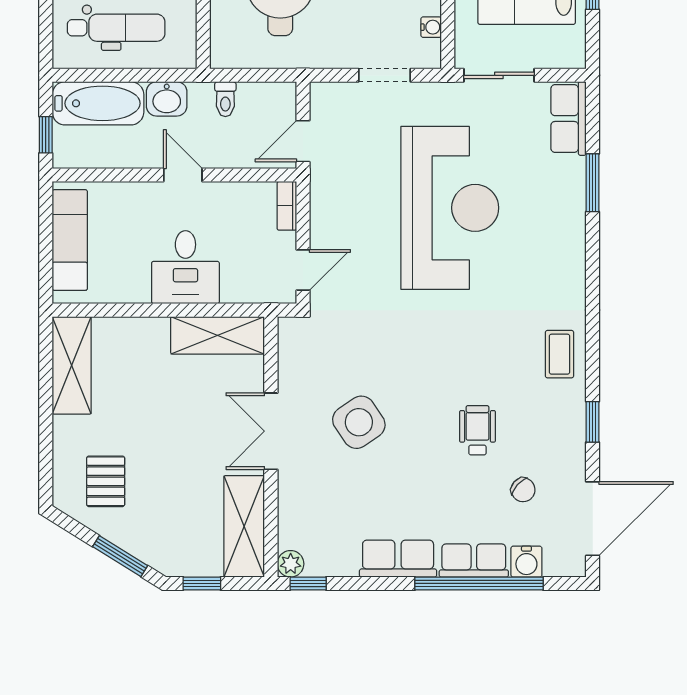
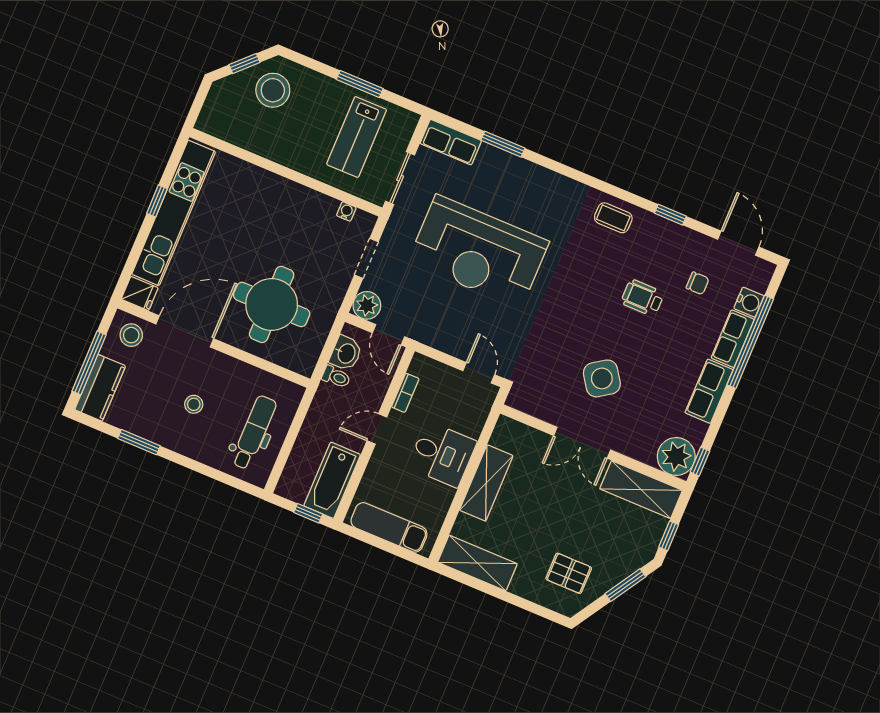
washbasin: (167, 99) -> (346, 353), moved
plant: (328, 100) -> (367, 305), added
bathtub: (98, 103) -> (332, 480), moved, turned 180
bookcase: (287, 206) -> (405, 393), moved, turned -90
reception desk: (450, 208) -> (478, 252), turned 180
shelving: (218, 335) -> (486, 483), moved
chair: (523, 490) -> (698, 283), turned 48
door: (593, 519) -> (738, 243), width x0.73
plant: (291, 564) -> (676, 456), width x1.88, depth x1.88

